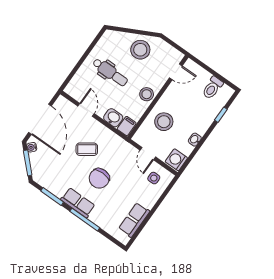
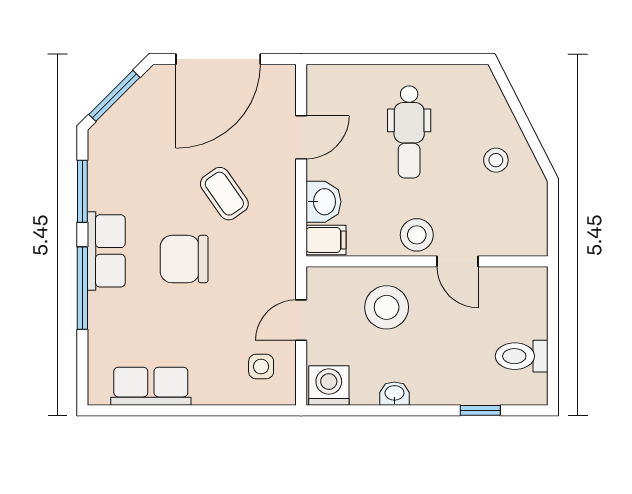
stool: (140, 50) -> (496, 160), width x0.53, depth x0.53
door: (176, 72) -> (458, 261), moved
water cooler: (32, 147) -> (151, 82), removed

